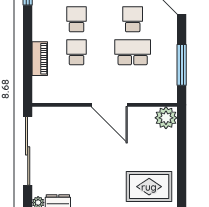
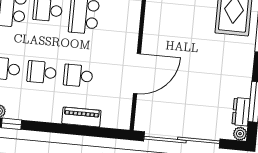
door: (109, 105) -> (137, 74), moved

